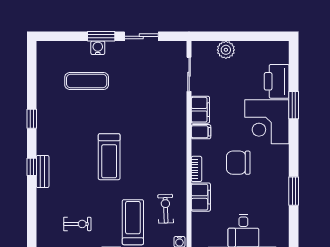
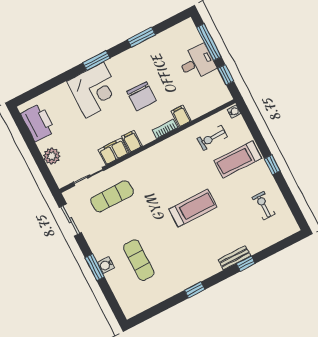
sliding door: (141, 36) -> (70, 220), moved
printer: (277, 81) -> (38, 122), moved, turned -90
exercise mat: (159, 87) -> (112, 196), added
window: (294, 105) -> (96, 61), moved
window: (32, 167) -> (246, 264), moved
filing cabinet: (201, 197) -> (181, 116), width x0.50

